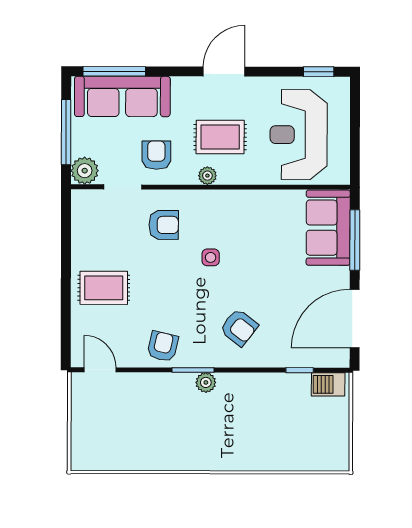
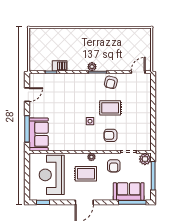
sofa: (122, 96) -> (129, 191), width x0.73
reception desk: (299, 135) -> (52, 175), turned 180
rug: (104, 288) -> (110, 108), moved
door: (355, 319) -> (27, 95), width x0.53
armchair: (239, 327) -> (78, 91), removed
door: (100, 370) -> (138, 72), swing flipped
barbecue: (328, 384) -> (60, 66), moved

